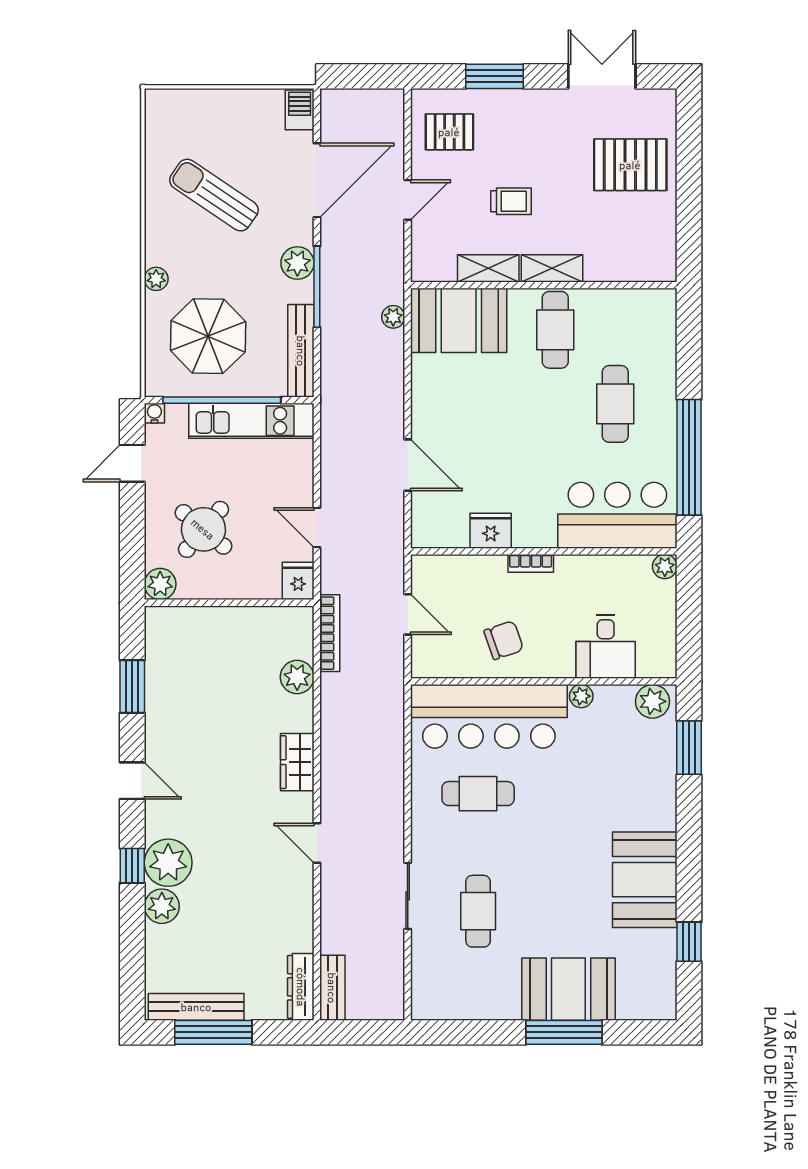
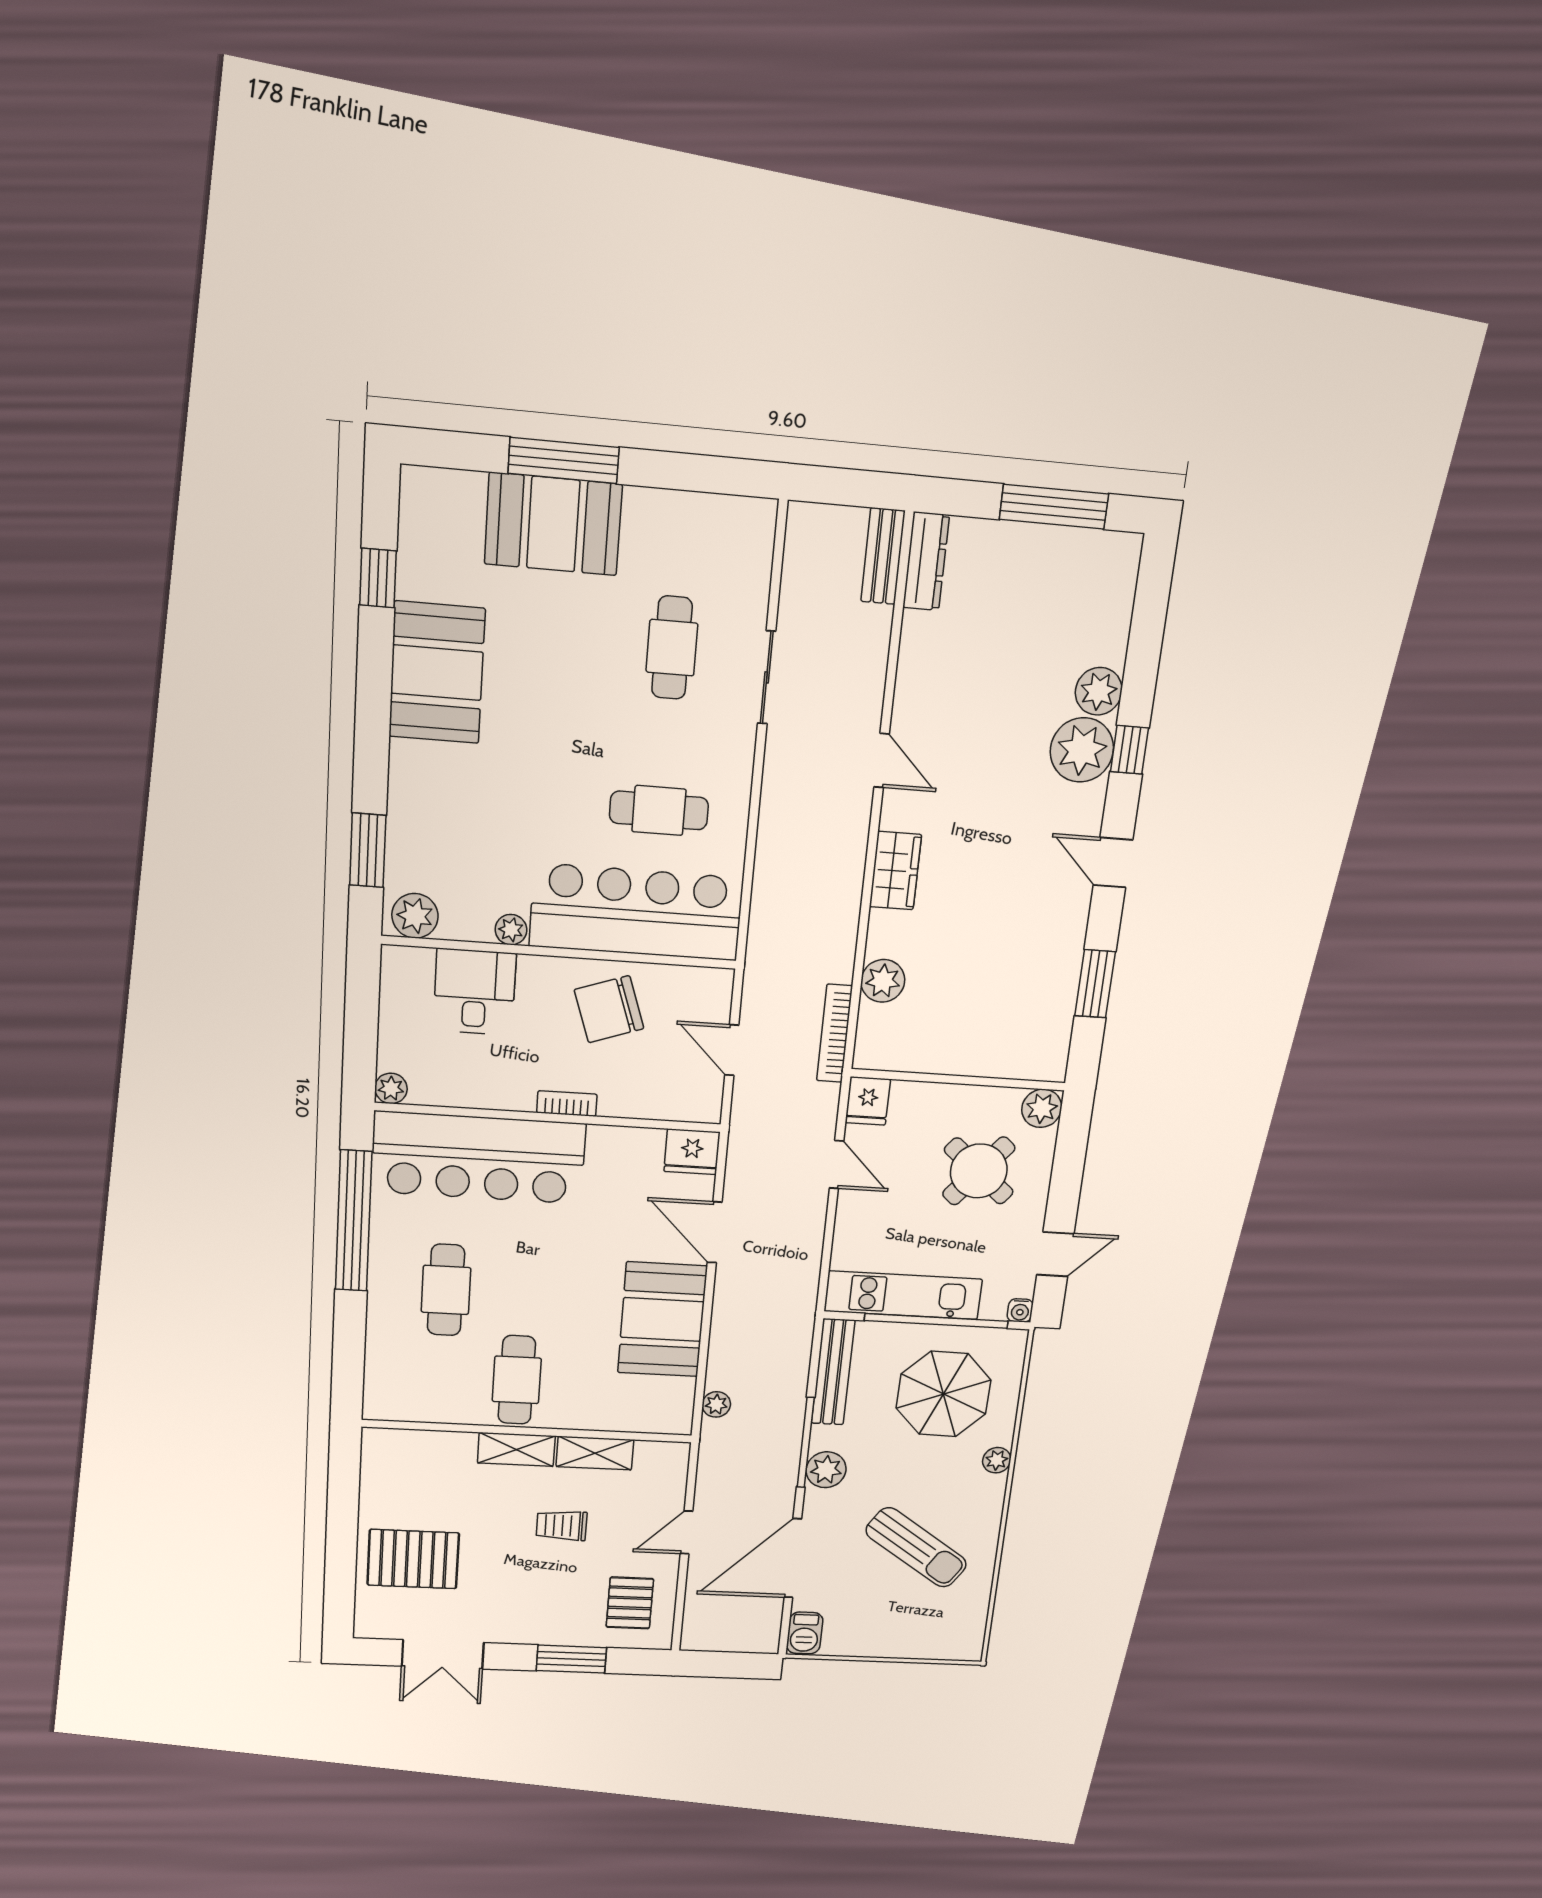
pallet: (449, 132) -> (630, 1603), turned 90
booth: (459, 320) -> (662, 1319), moved, turned 90
bar counter: (617, 515) -> (478, 1158), width x1.36
fridge: (491, 531) -> (692, 1152), moved
chair: (504, 640) -> (609, 1009), width x1.37, depth x1.37
bench: (196, 1007) -> (1072, 546), removed

